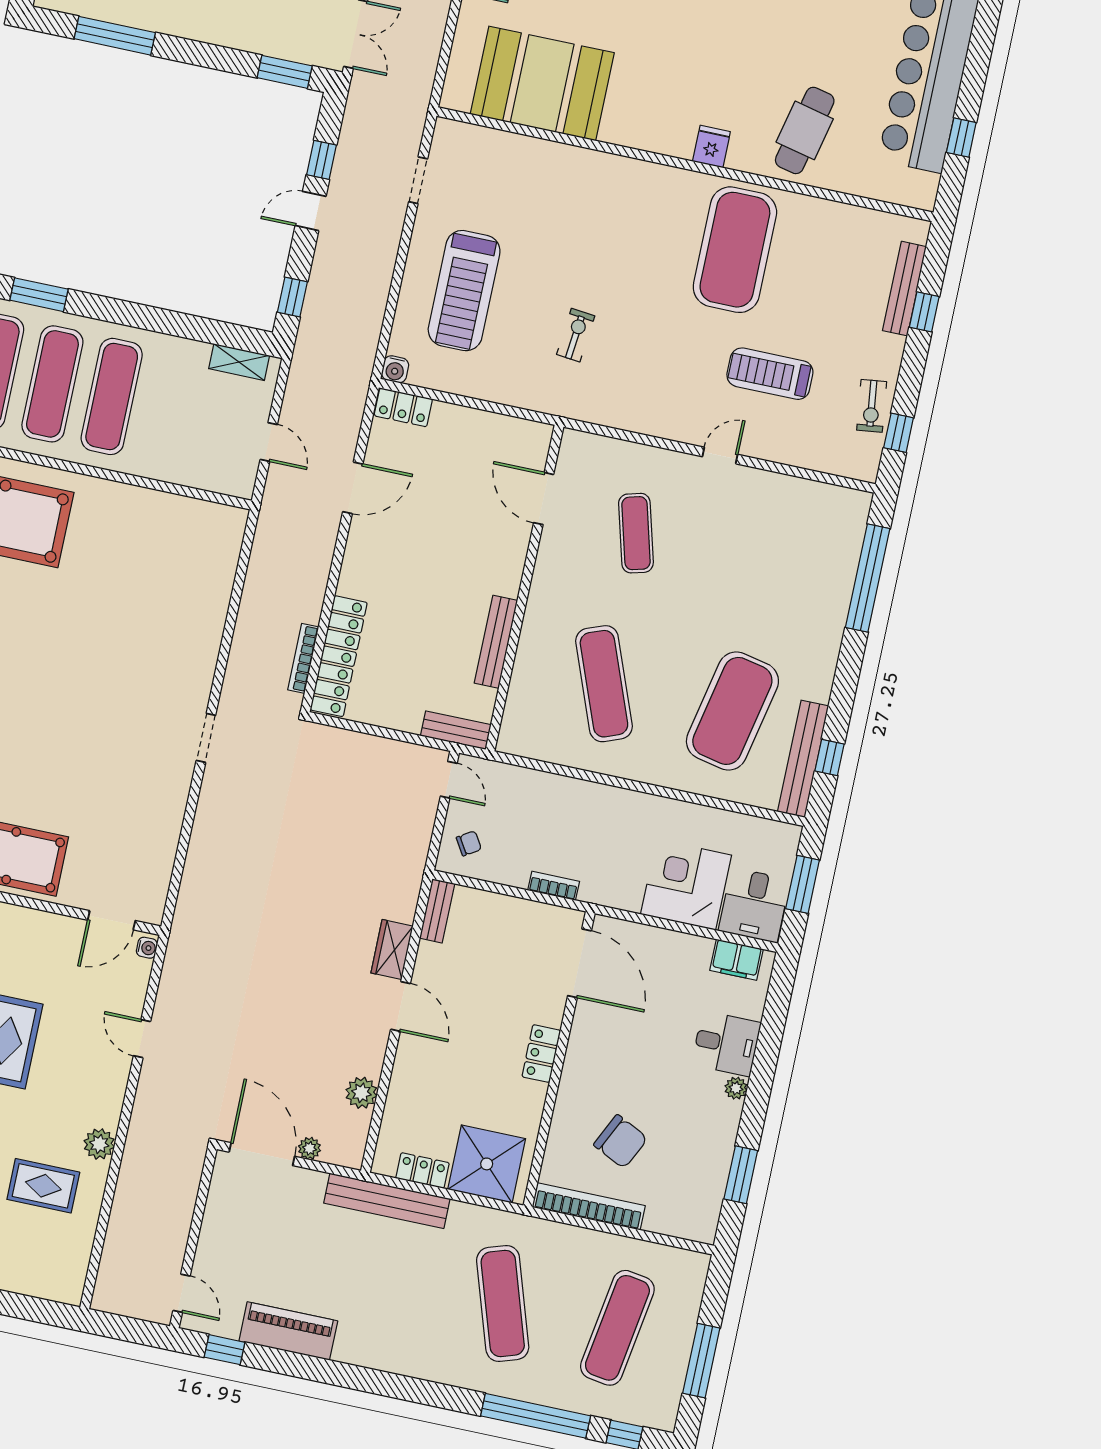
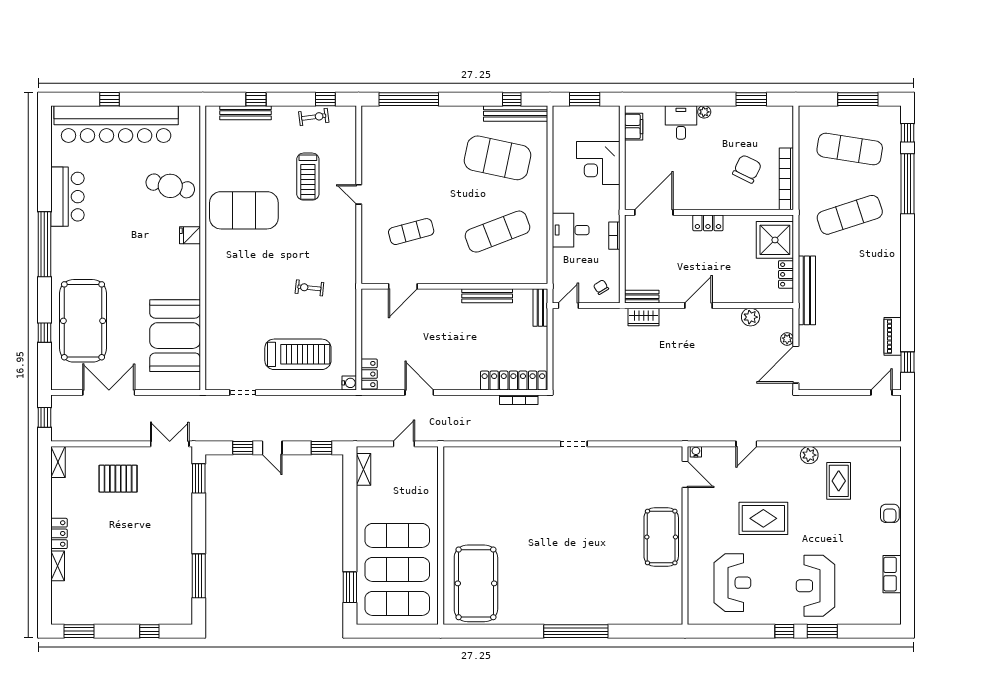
window: (961, 137) -> (109, 99), moved
desk: (754, 905) -> (571, 230), moved, turned 180
wardrobe: (392, 950) -> (644, 317), moved
piano: (288, 1331) -> (893, 336), width x0.73, depth x0.75

